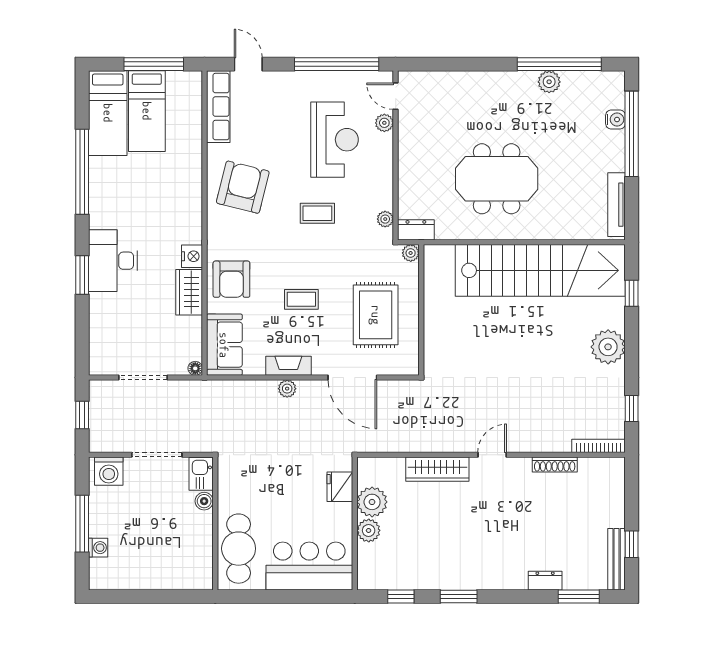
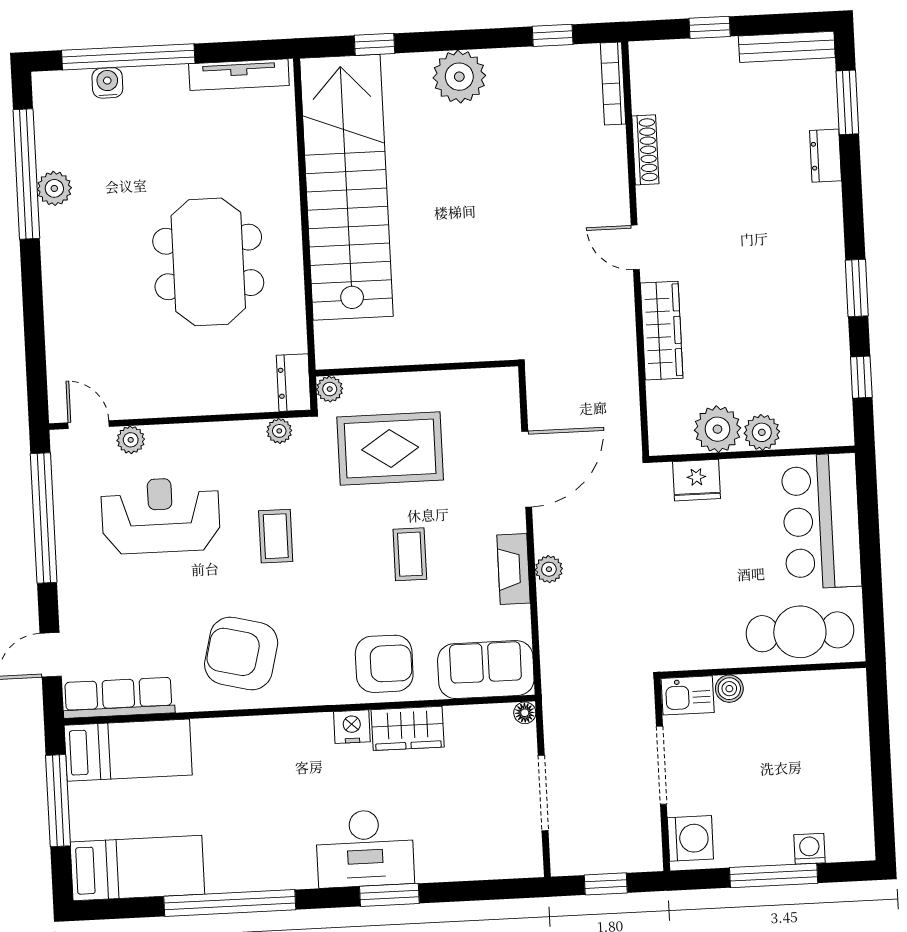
door: (396, 96) -> (89, 425), swing flipped
bed: (147, 111) -> (128, 750), moved
rug: (376, 315) -> (390, 448), moved
window: (632, 544) -> (710, 27), moved

